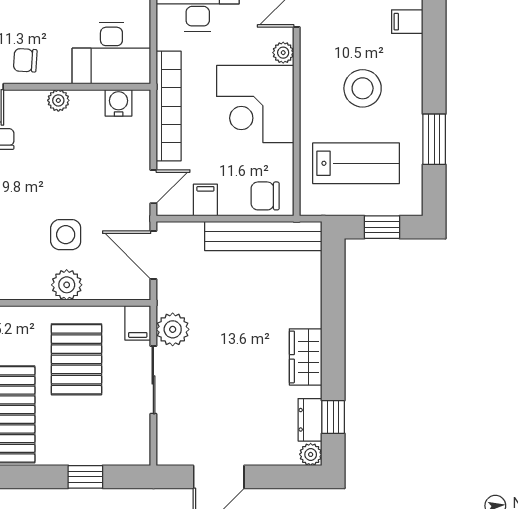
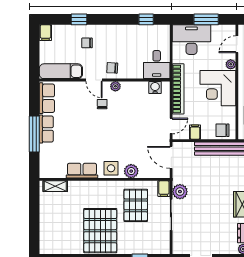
desk: (111, 53) -> (157, 65), width x0.73
plant: (58, 100) -> (115, 86), moved
side table: (66, 235) -> (111, 168), moved

